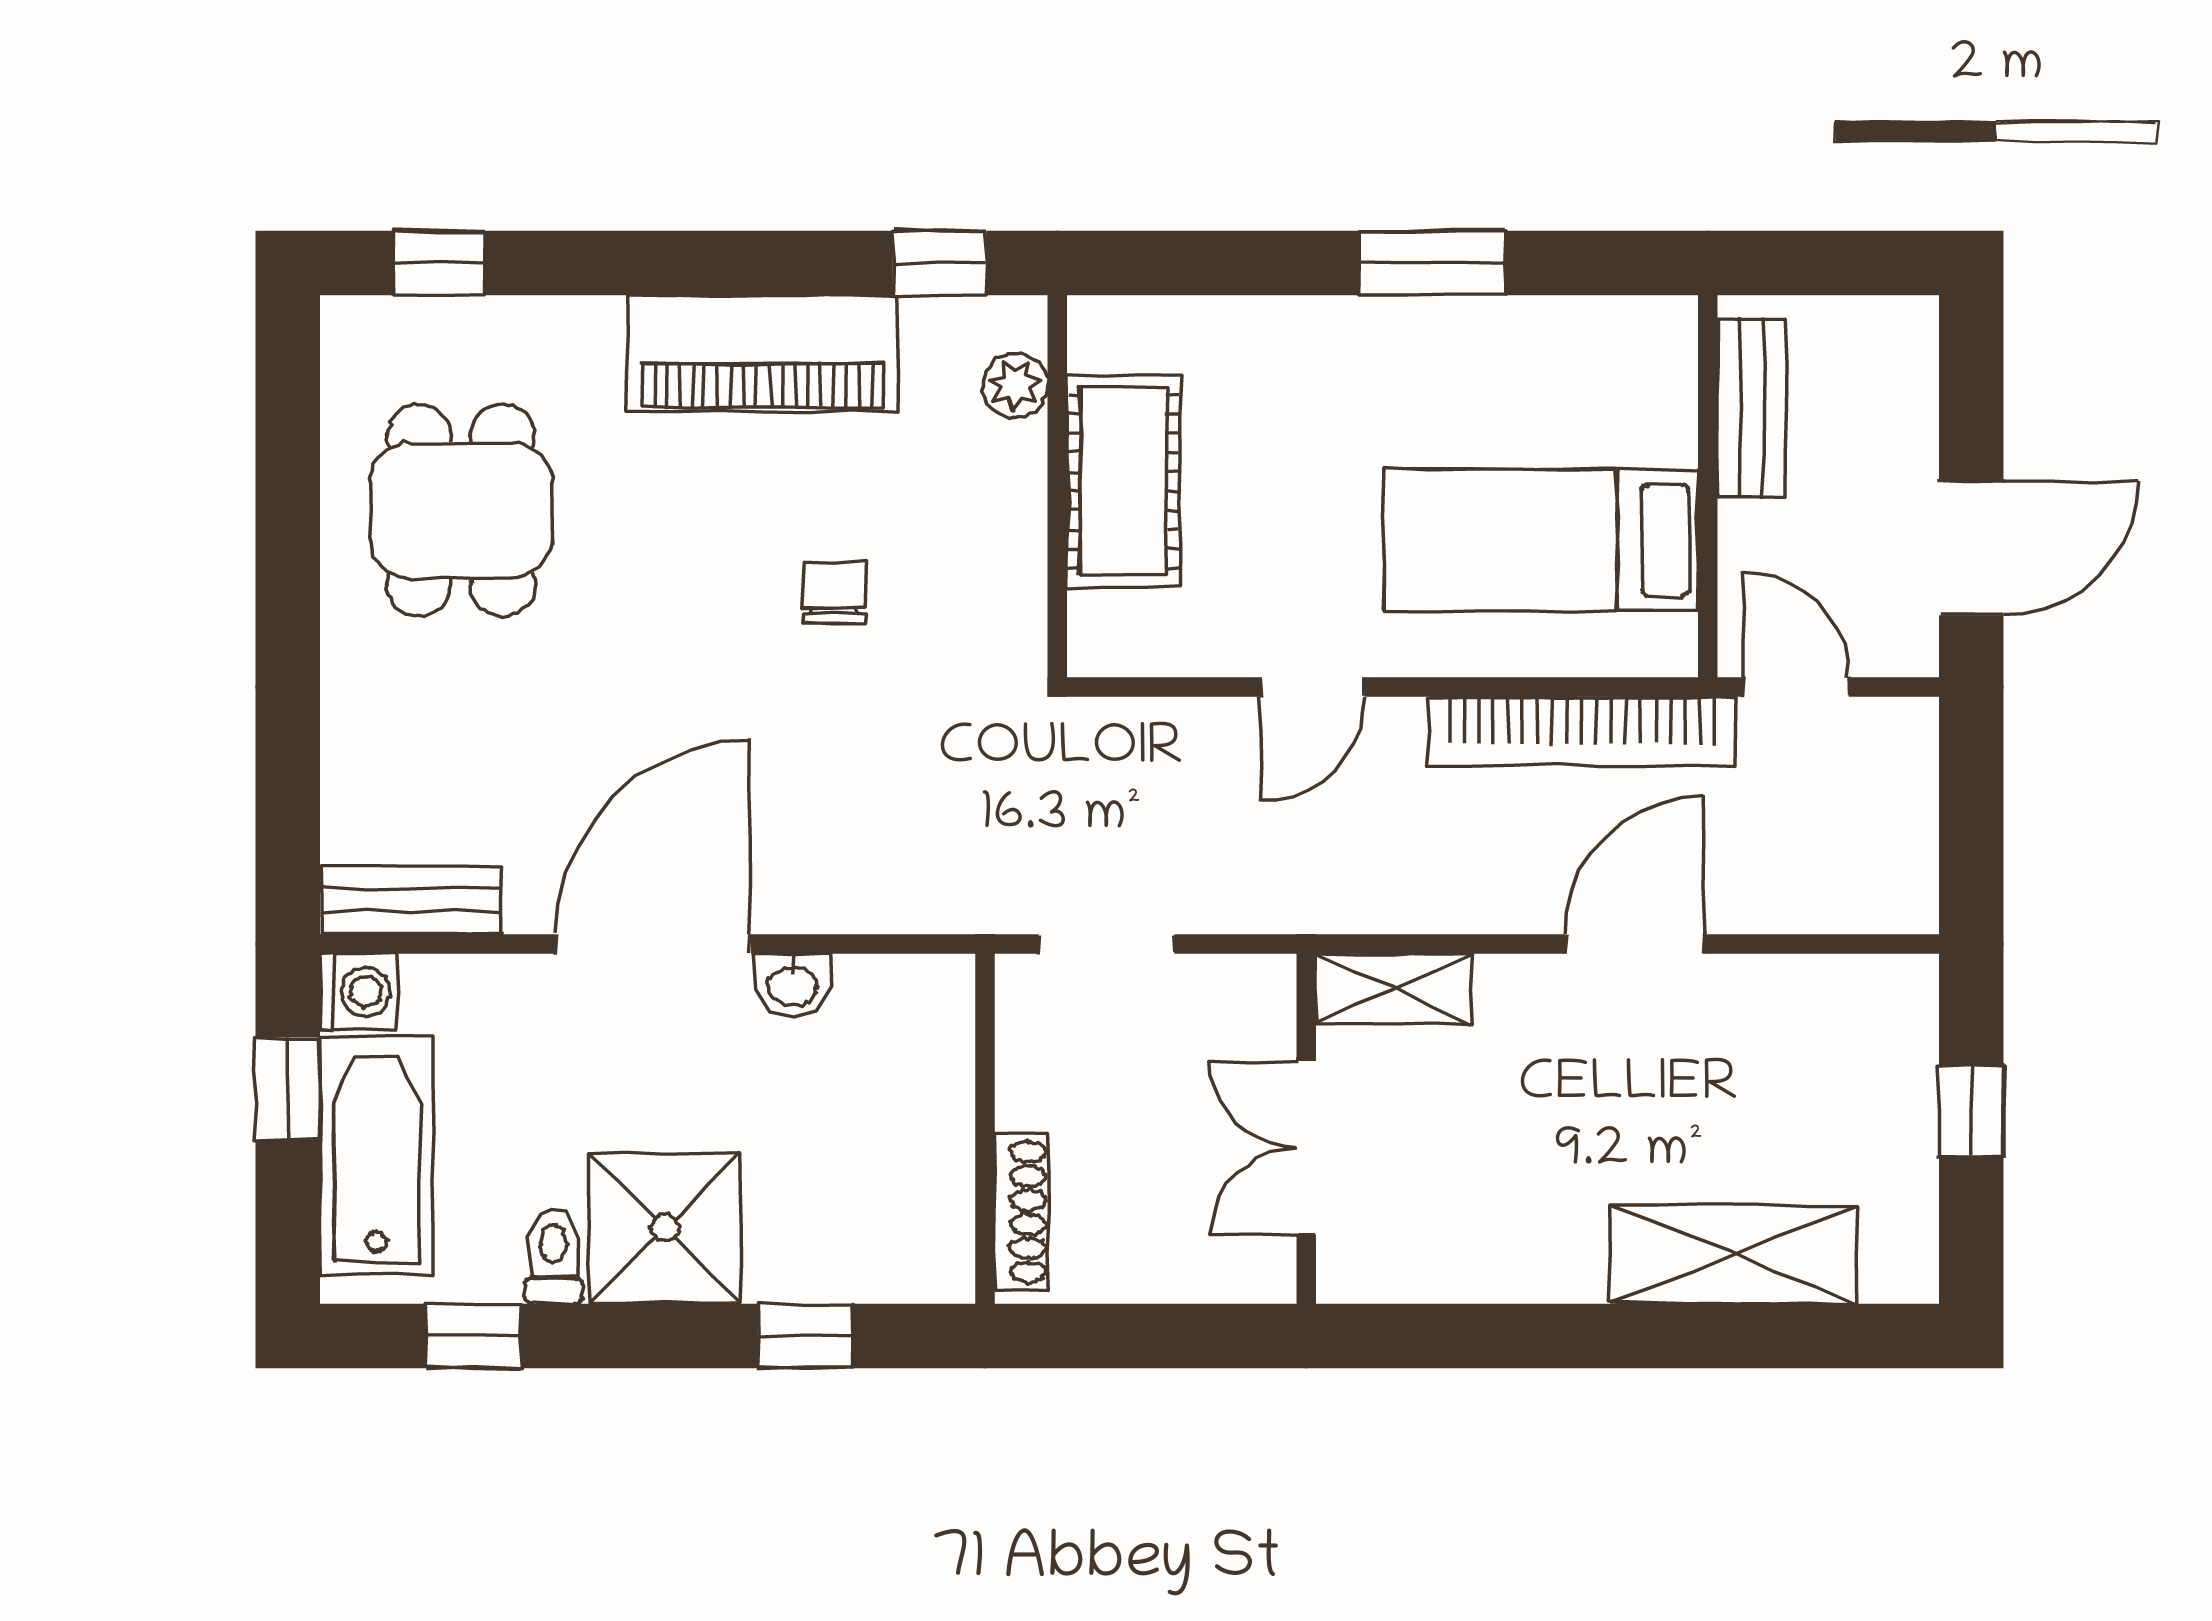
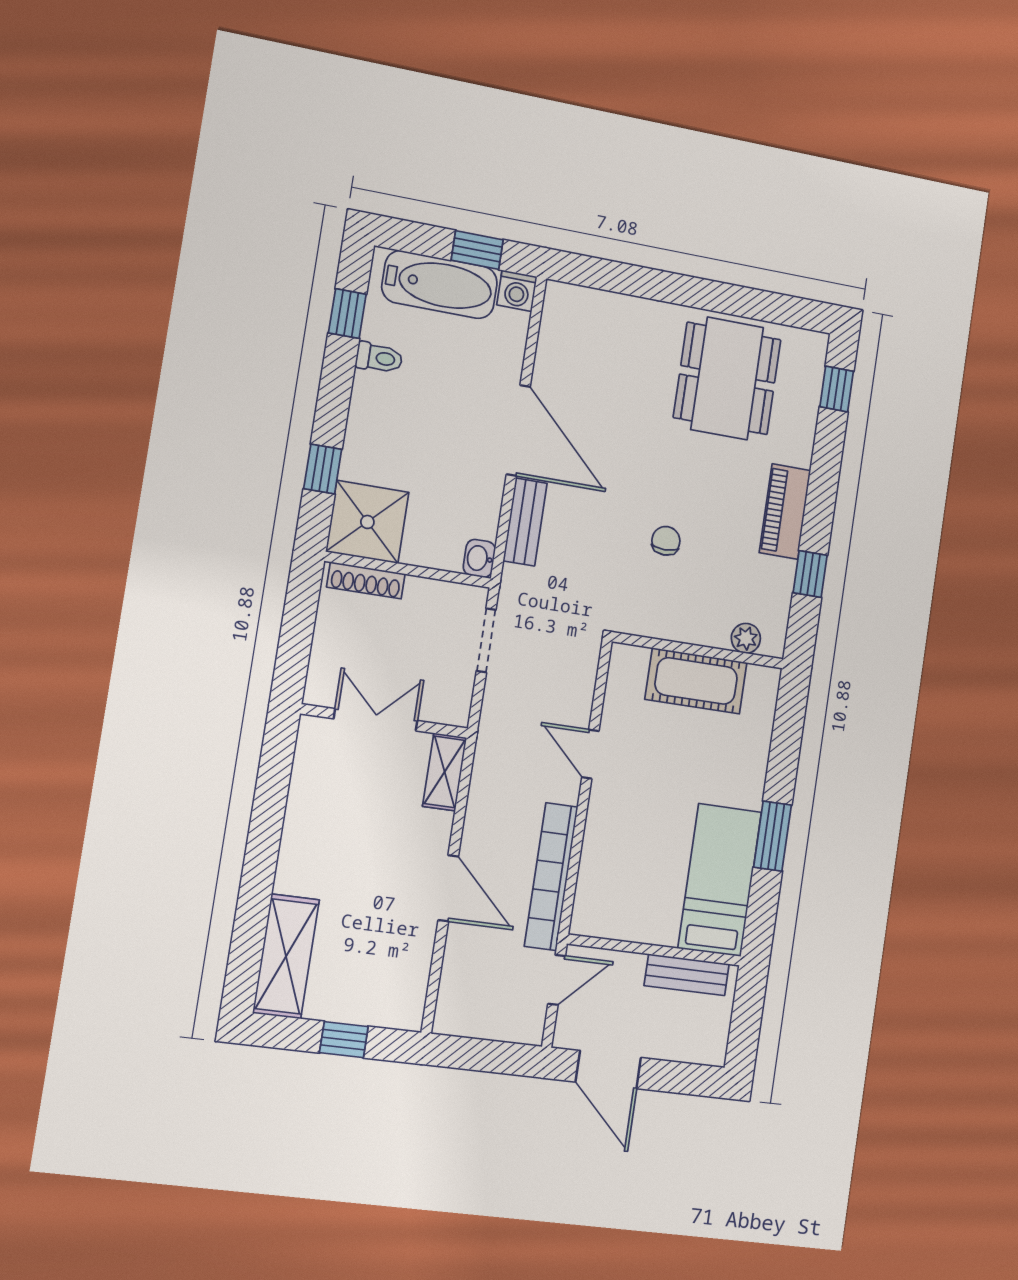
window: (940, 263) -> (810, 574), moved
piano: (763, 354) -> (785, 512), width x0.73, depth x0.75
dining table: (461, 510) -> (727, 378), width x1.38
bed: (1541, 540) -> (720, 880), moved
chair: (834, 592) -> (666, 541), turned -90
bench: (412, 900) -> (525, 522), moved
washbasin: (793, 985) -> (479, 558), moved
shower: (665, 1228) -> (367, 522), moved
shelving: (1733, 1254) -> (286, 956), moved

